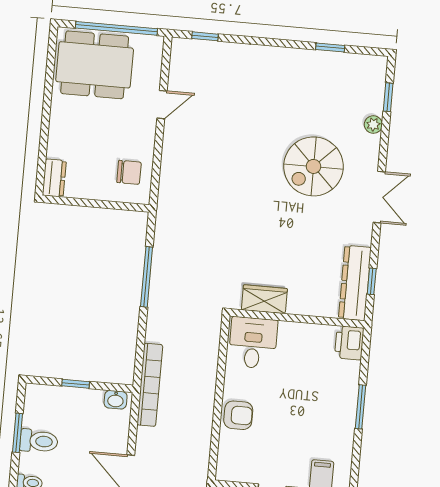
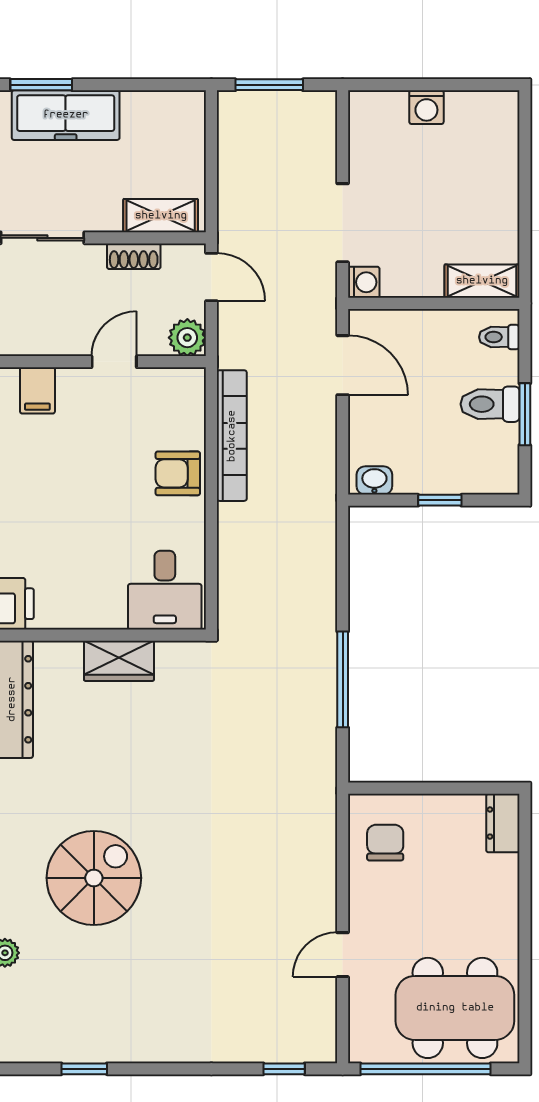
chair: (129, 172) -> (385, 843), turned 90
wardrobe: (264, 299) -> (119, 661), moved
bookcase: (150, 385) -> (232, 436), moved, turned 180

